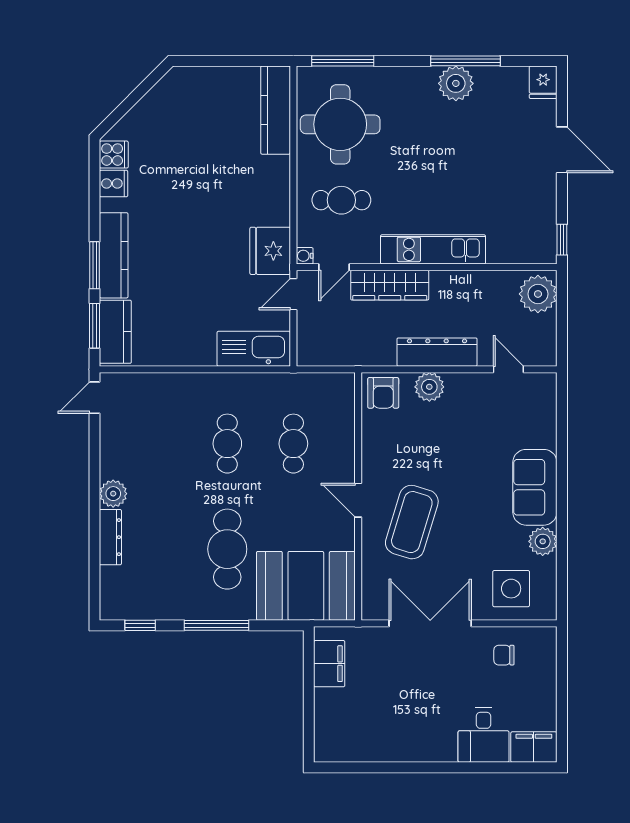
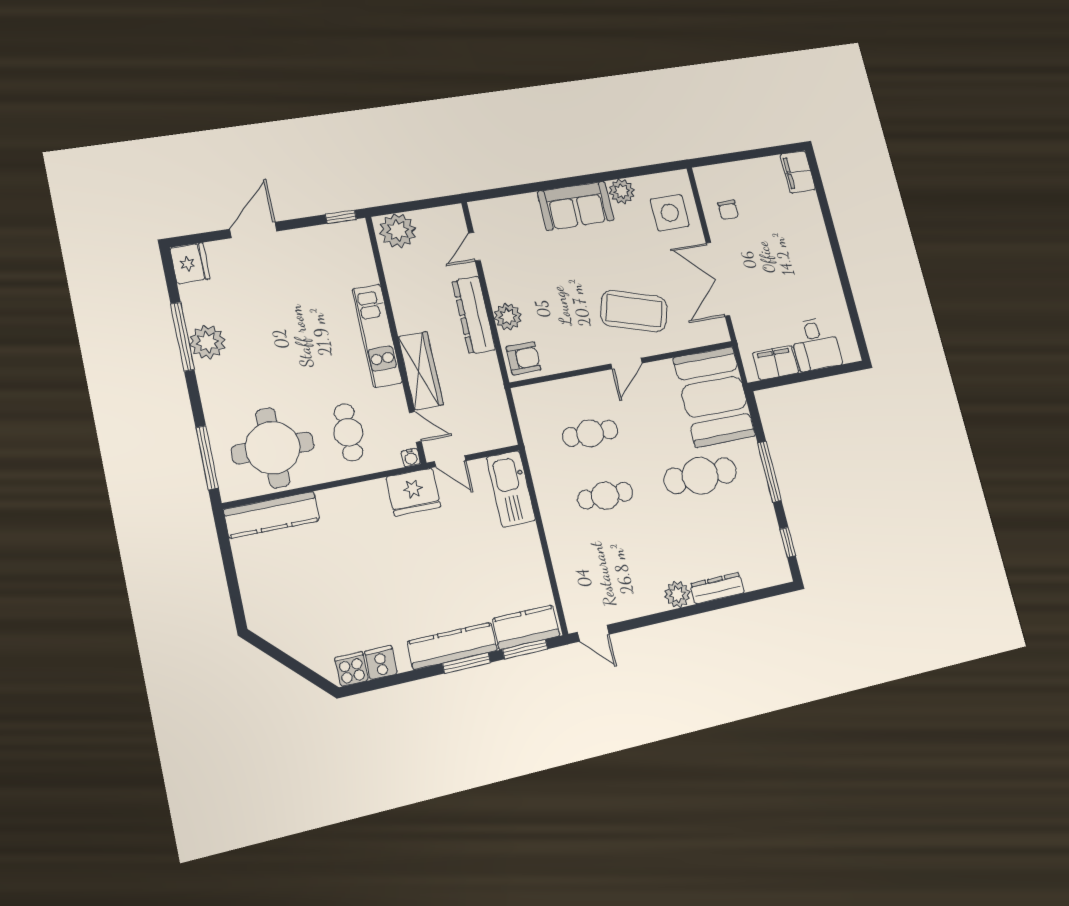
fridge: (543, 82) -> (190, 263), width x1.38
desk: (484, 735) -> (815, 344), moved, turned 90

